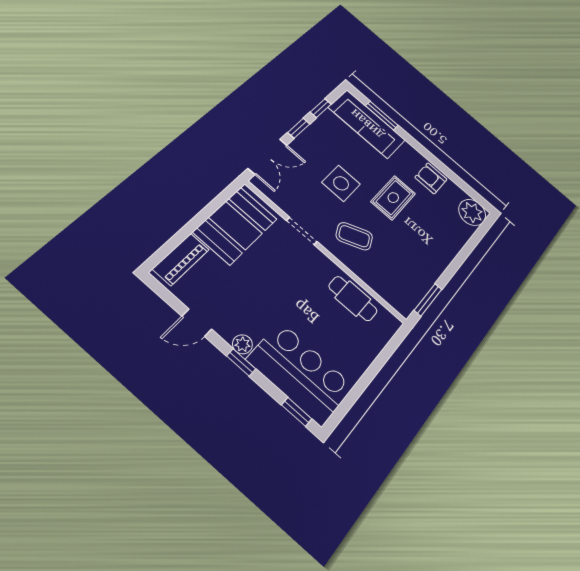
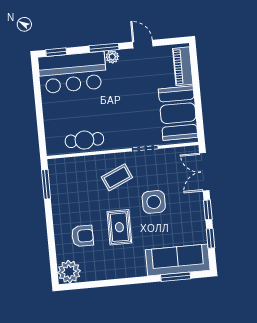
armchair: (431, 178) -> (83, 236), moved
door: (197, 323) -> (143, 44), hinge flipped
window: (241, 362) -> (104, 48), width x1.50

